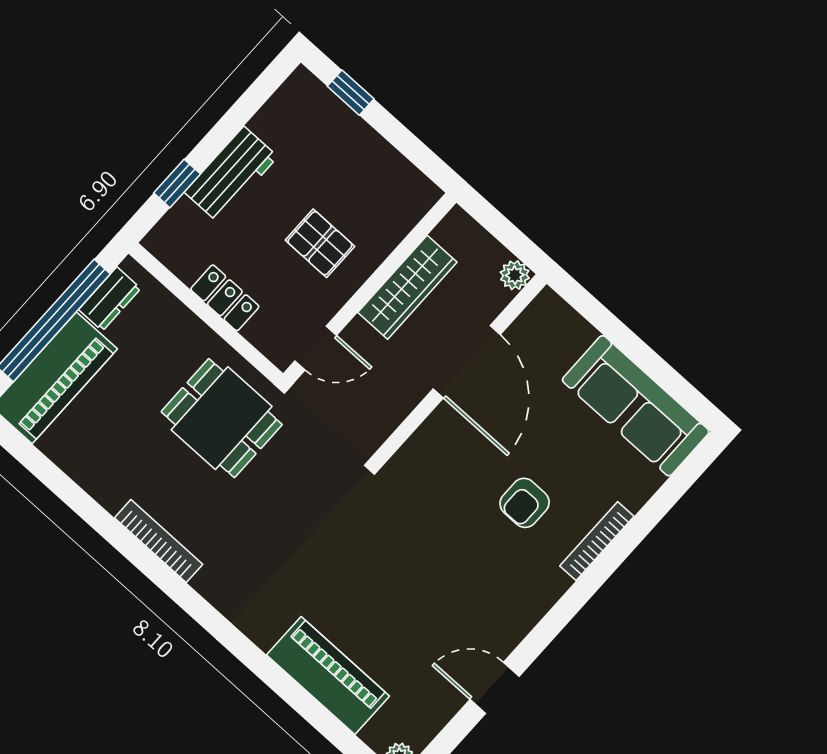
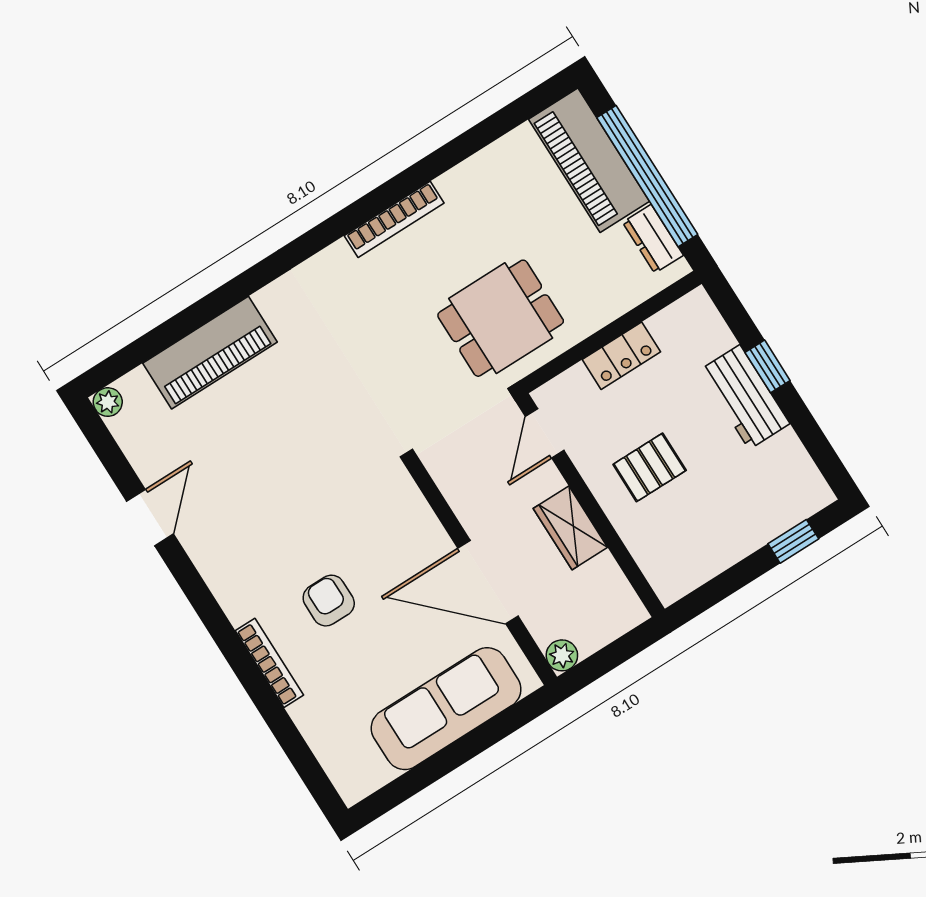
window: (177, 183) -> (768, 366), moved
wardrobe: (407, 287) -> (570, 528), width x0.67
sofa: (636, 406) -> (446, 709), moved

